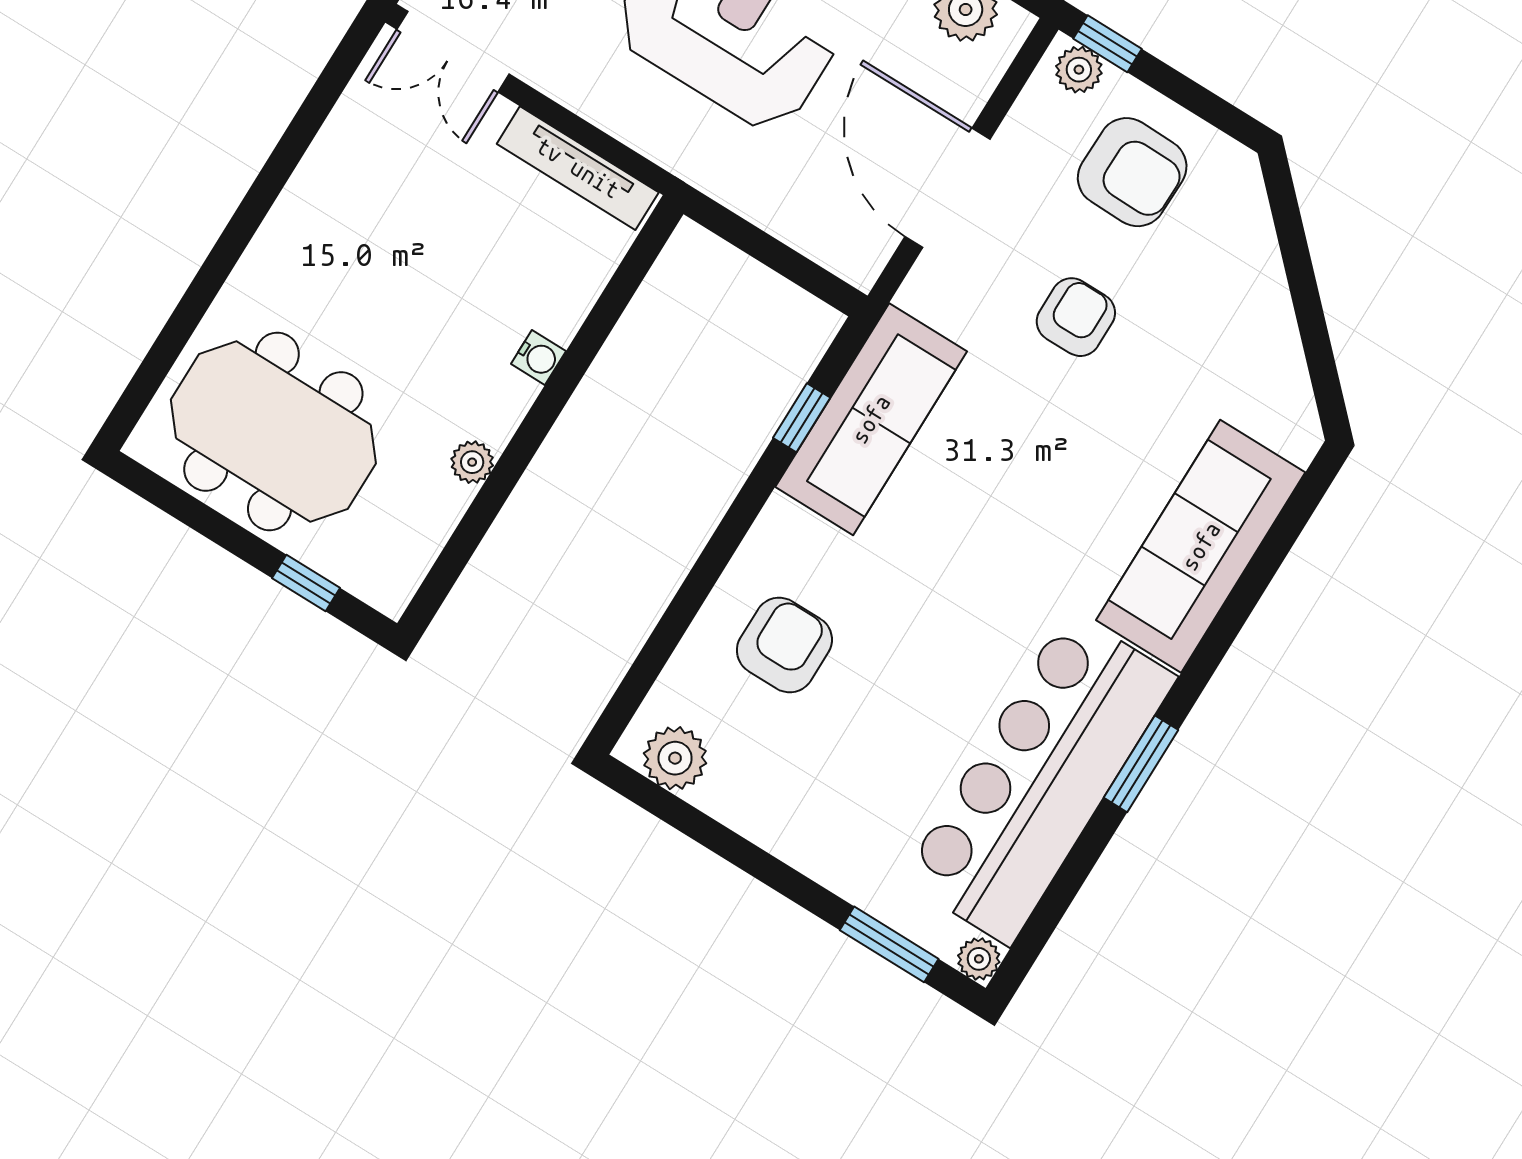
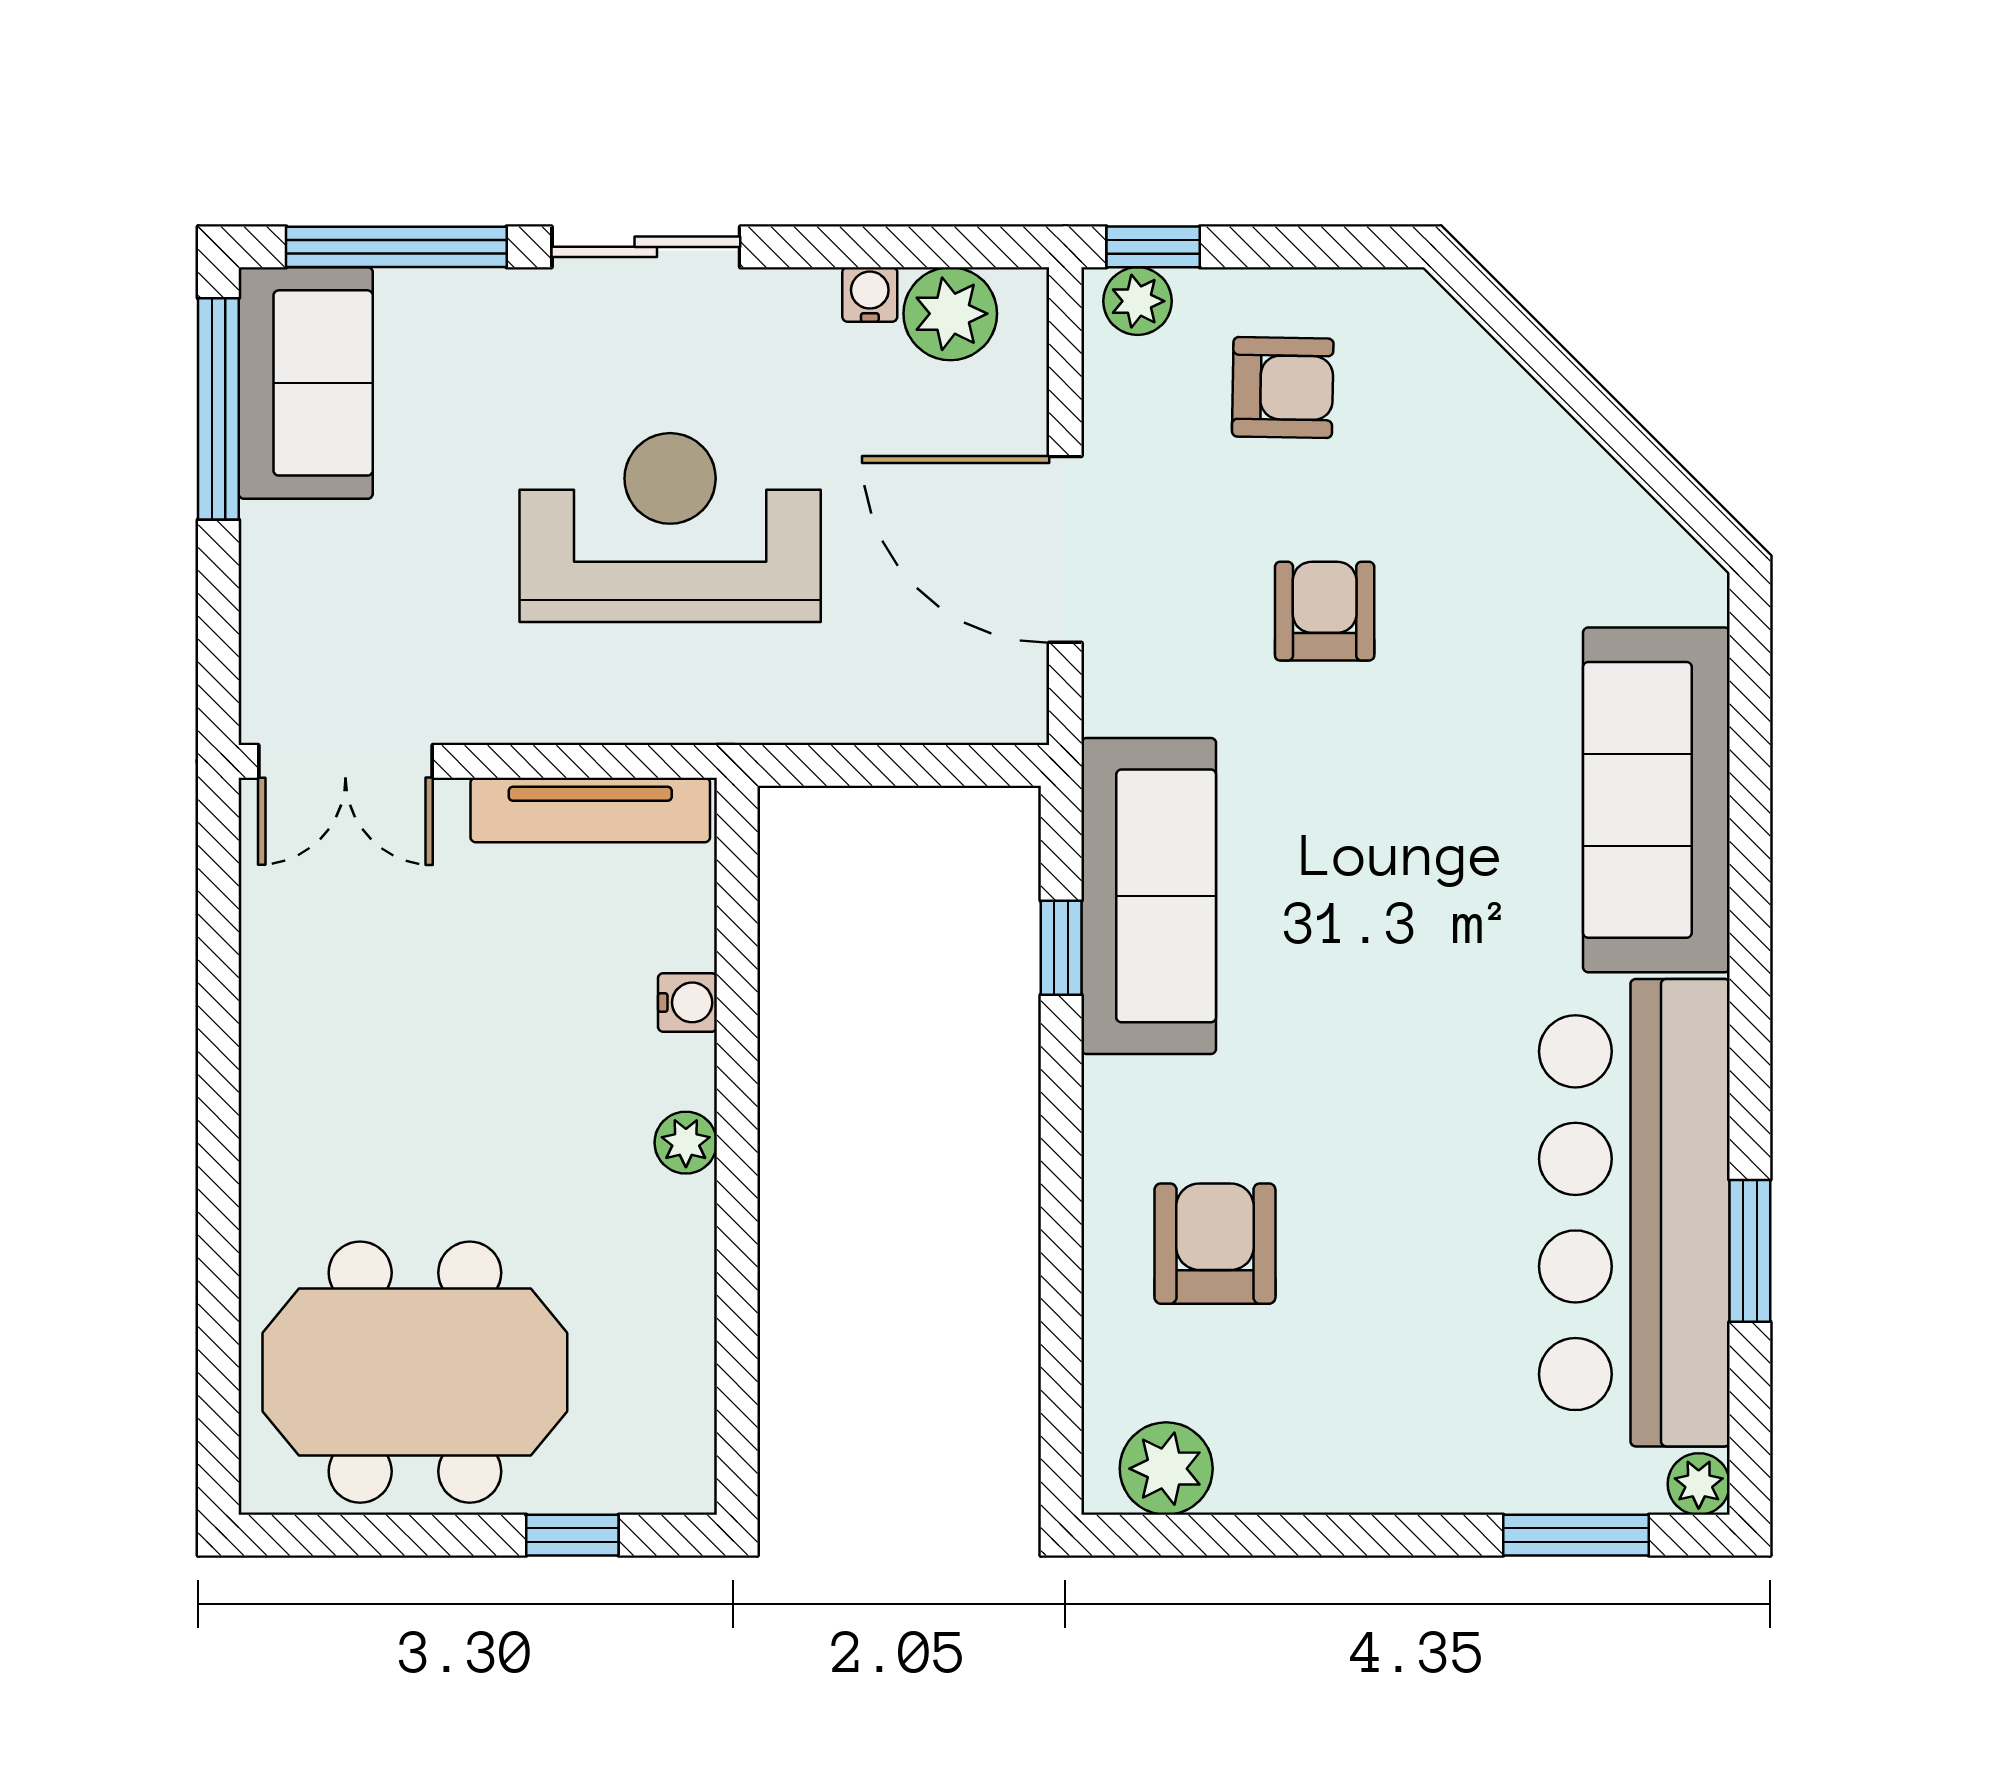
armchair: (1132, 172) -> (1283, 388), width x0.72, depth x0.72
water cooler: (538, 357) -> (687, 1002), moved
plant: (472, 462) -> (686, 1143), moved
window: (1141, 764) -> (1750, 1251), moved

